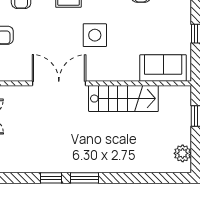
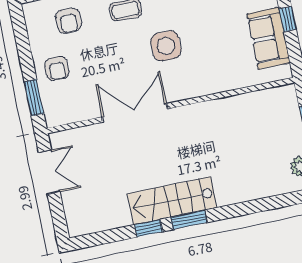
sofa: (163, 68) -> (269, 38), moved, turned -90
stairs: (123, 99) -> (172, 201), moved, turned 180

